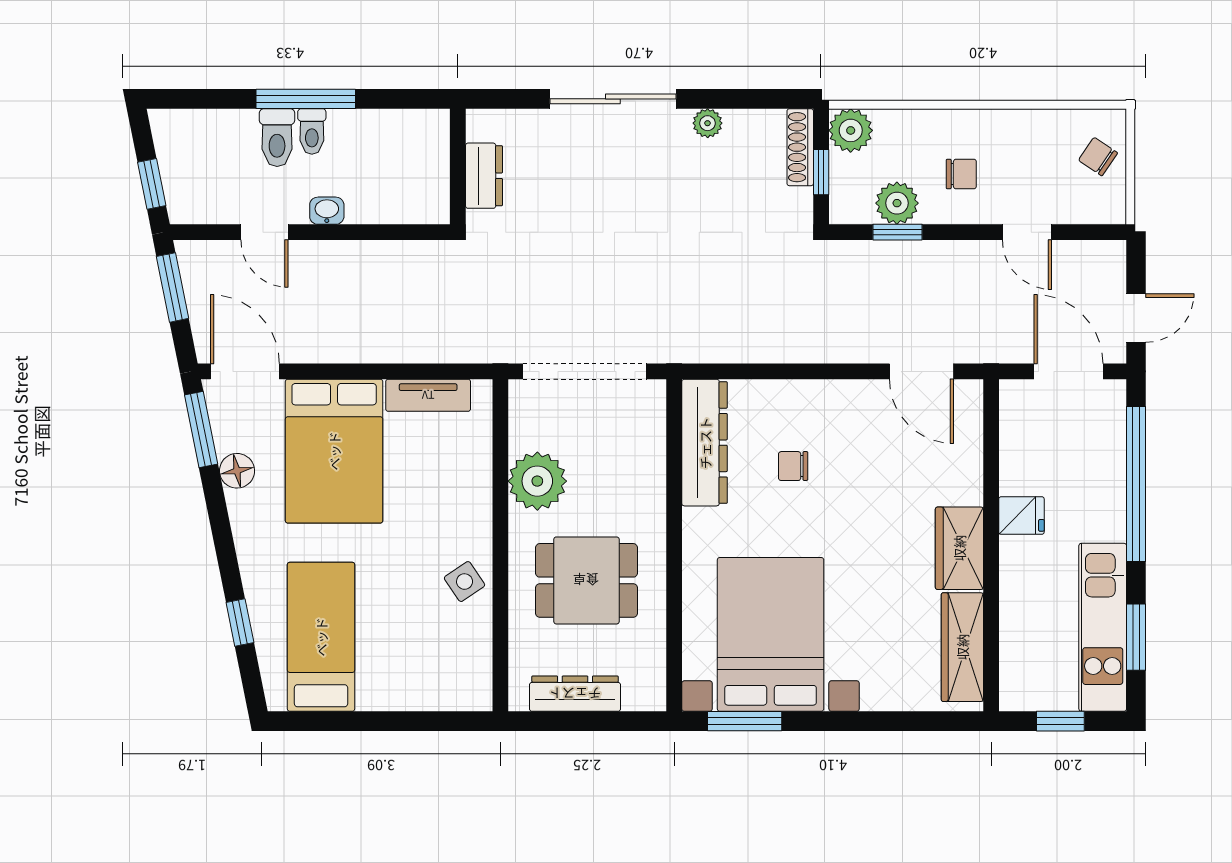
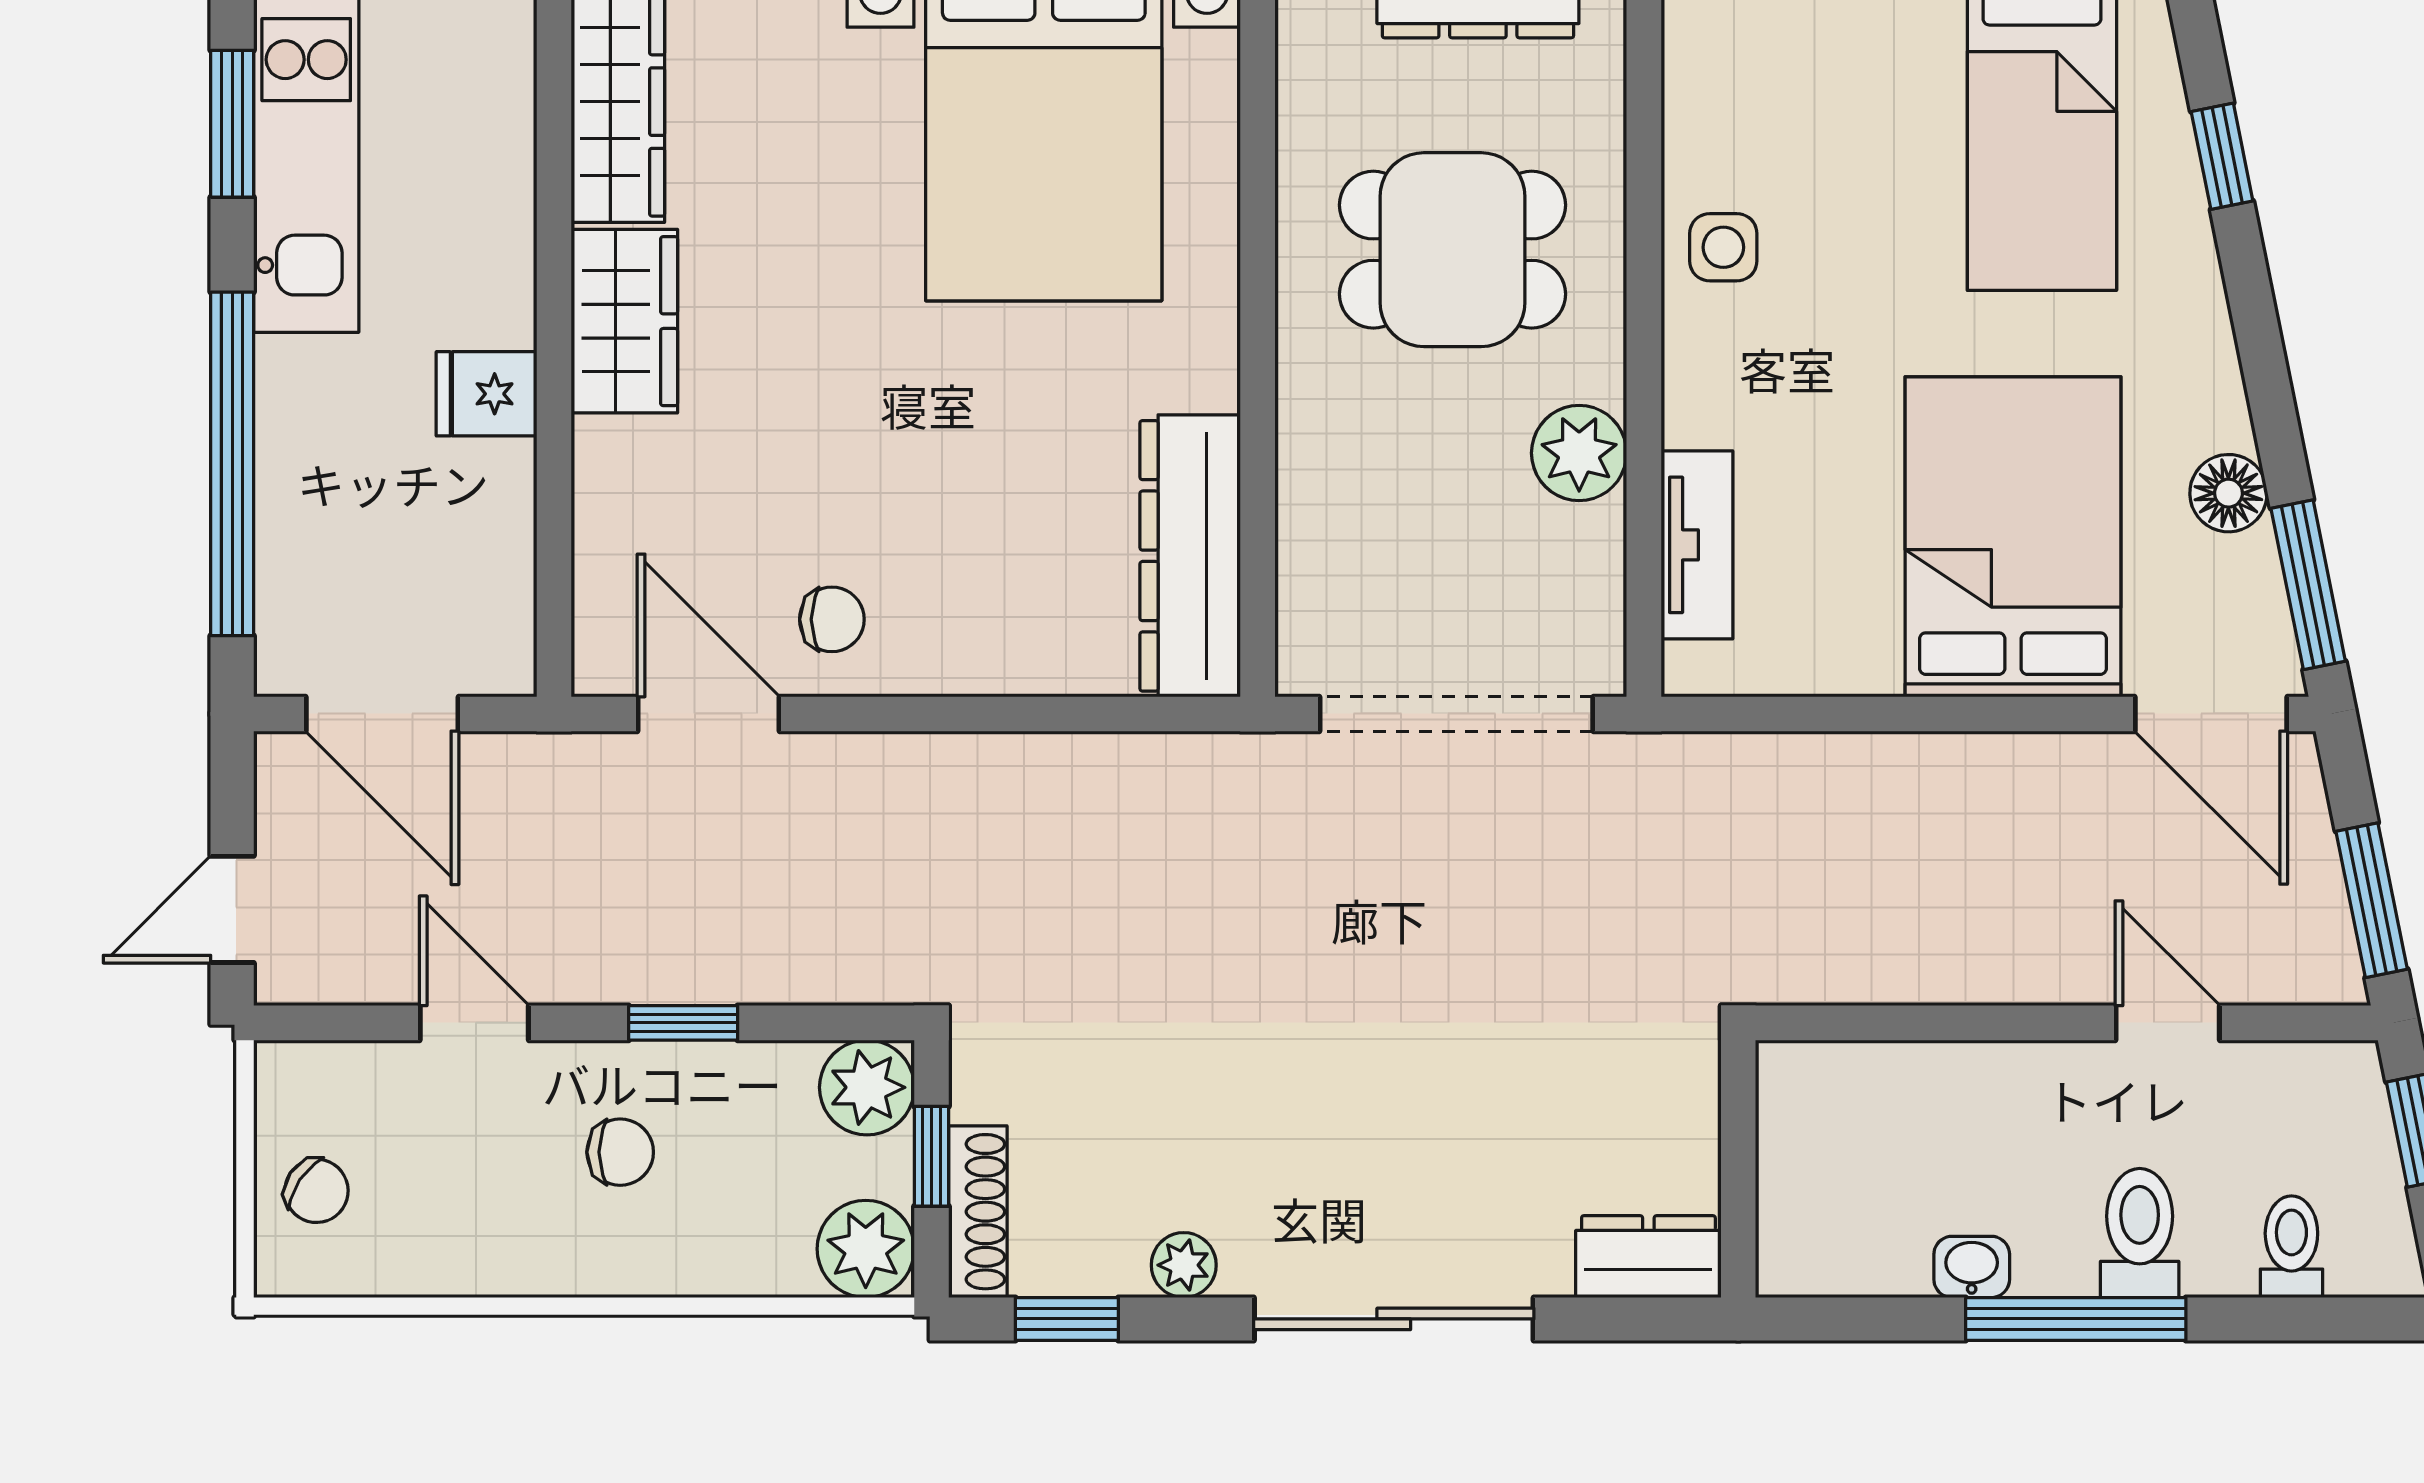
window: (760, 99) -> (1067, 1319), added
toilet: (312, 131) -> (2291, 1247), moved
chair: (961, 174) -> (620, 1152), turned 180
dresser: (484, 176) -> (1648, 1257), moved, turned 90
plant: (897, 203) -> (867, 1087), moved
washbasin: (327, 211) -> (1972, 1267), moved, turned 180
window: (897, 232) -> (683, 1023), moved
door: (1136, 318) -> (232, 909), moved
tv unit: (428, 395) -> (1697, 545), moved, turned 90
chair: (793, 466) -> (832, 619), moved
plant: (537, 481) -> (1579, 453), width x0.73, depth x0.73
side table: (465, 582) -> (1723, 247), turned 34

